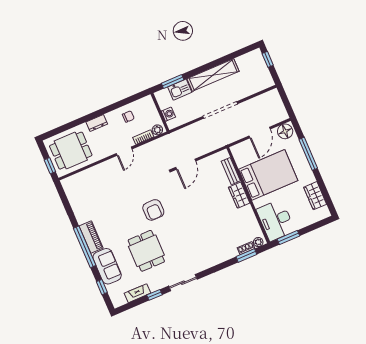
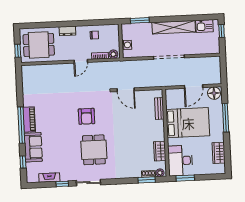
kitchen sink: (180, 90) -> (204, 26), moved
door: (186, 164) -> (126, 90), hinge flipped
wardrobe: (239, 195) -> (160, 151), moved
dining table: (146, 251) -> (94, 150), moved

